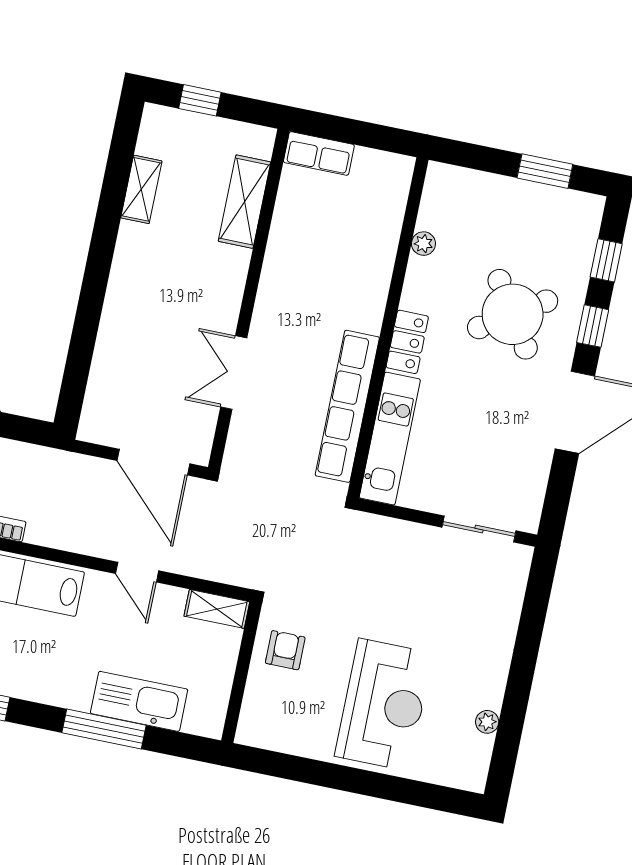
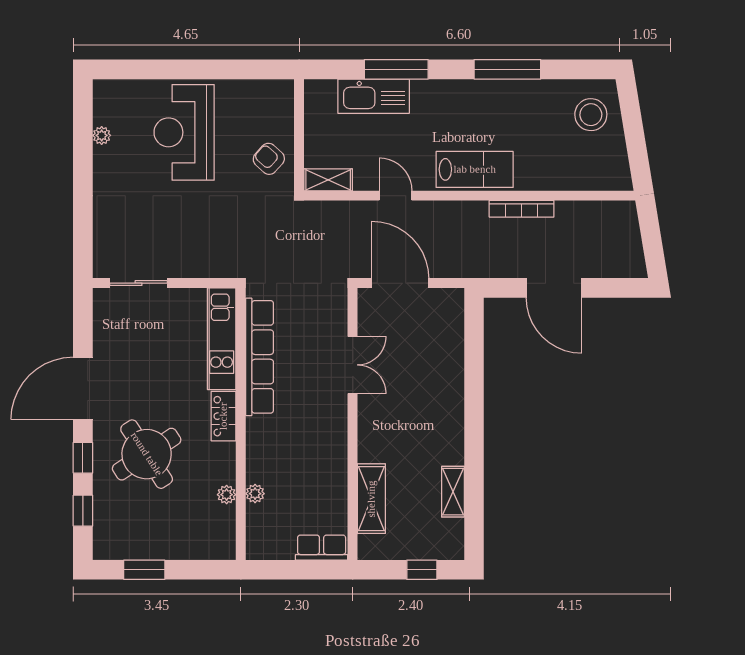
plant: (388, 238) -> (255, 494), added
armchair: (285, 650) -> (269, 159), turned 132

